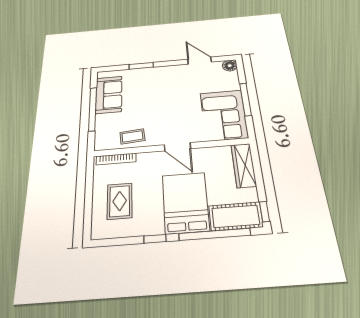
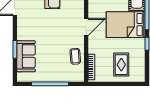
sofa: (109, 95) -> (26, 56), moved, turned 90
rug: (120, 201) -> (121, 65), turned 90

